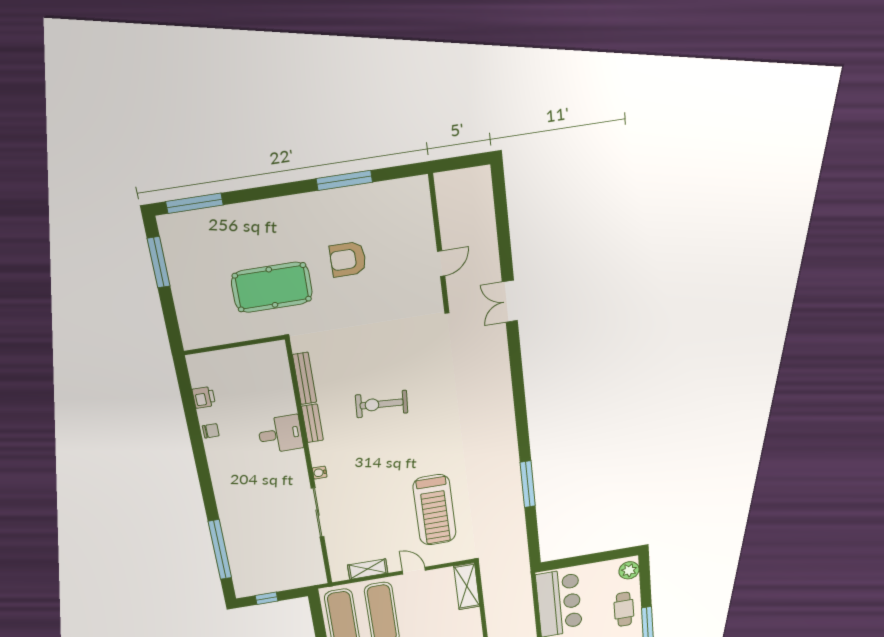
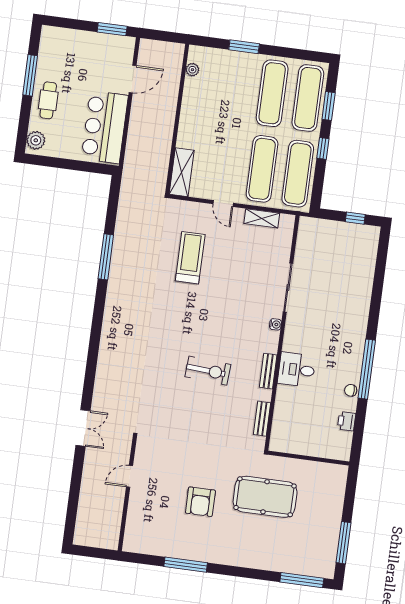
armchair: (348, 259) -> (200, 502), turned 90
bench: (305, 378) -> (262, 419), width x0.73
treadmill: (435, 510) -> (190, 258), width x0.73, depth x0.73
window: (220, 550) -> (367, 369), moved

